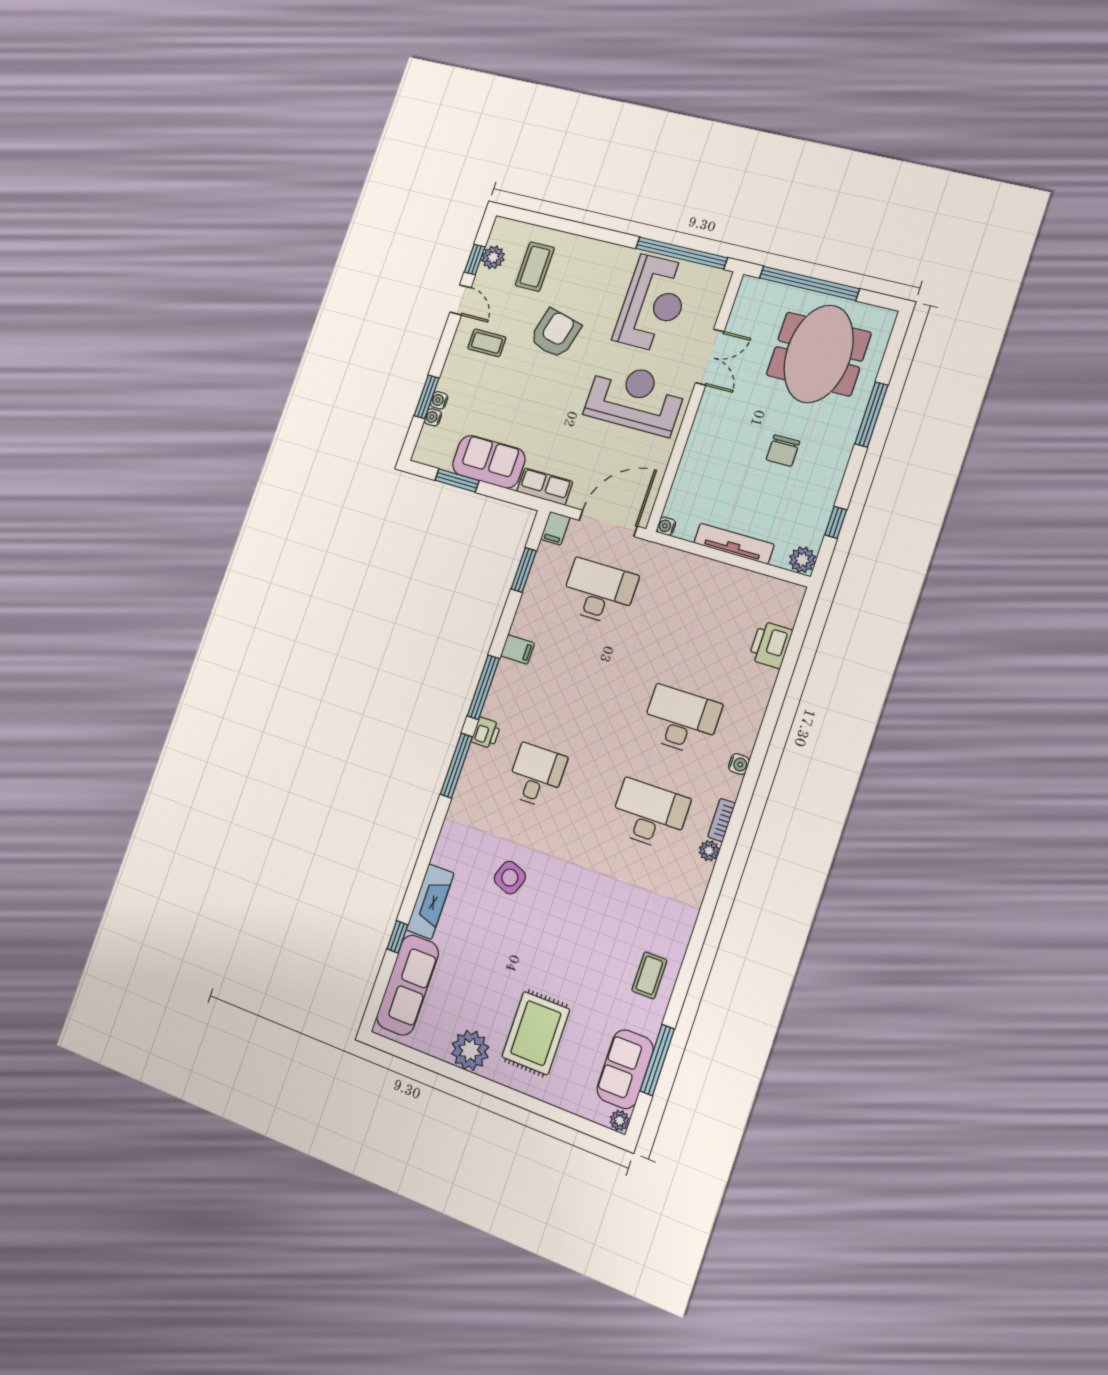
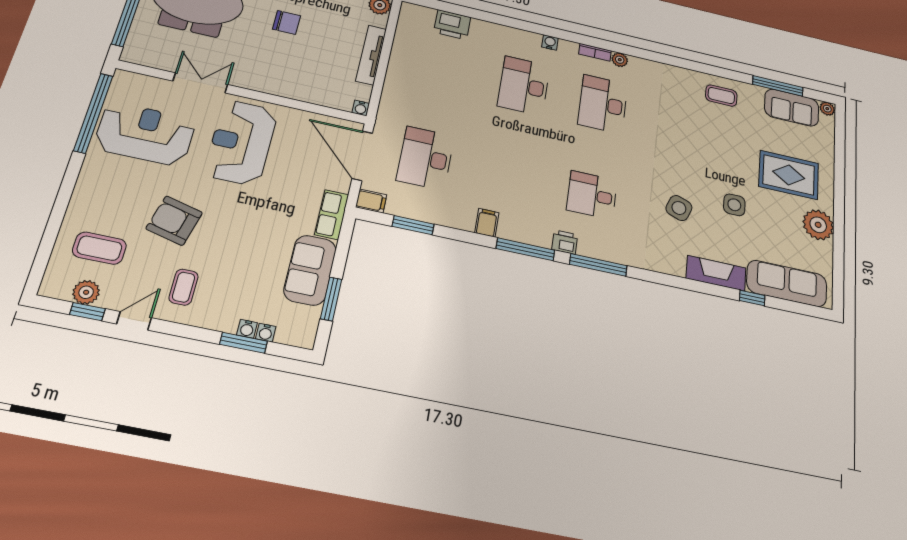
side table: (506, 949) -> (734, 205), added

